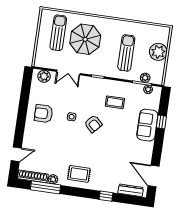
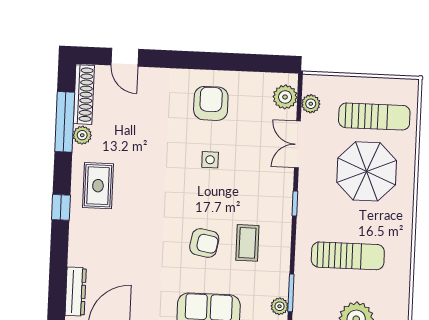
plant: (145, 78) -> (311, 104), moved
armchair: (93, 124) -> (204, 243), moved, turned -123
window: (106, 196) -> (61, 207), moved

